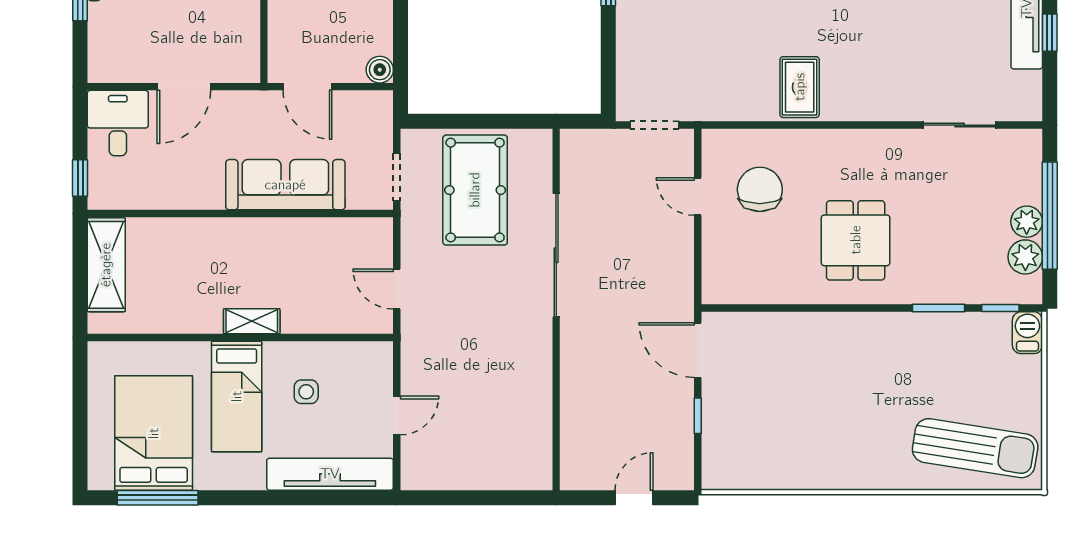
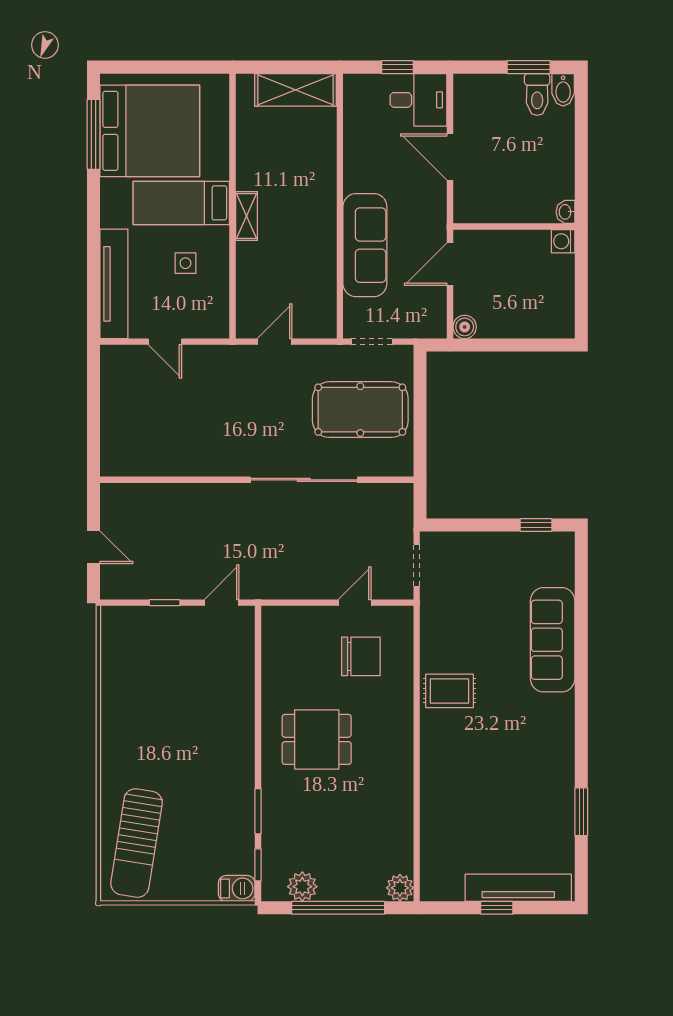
sliding door: (960, 125) -> (417, 830), removed
window: (80, 178) -> (398, 67), moved
plant: (1027, 222) -> (400, 888), moved
door: (698, 350) -> (222, 603), width x0.73
bed: (154, 433) -> (150, 131), width x1.36

